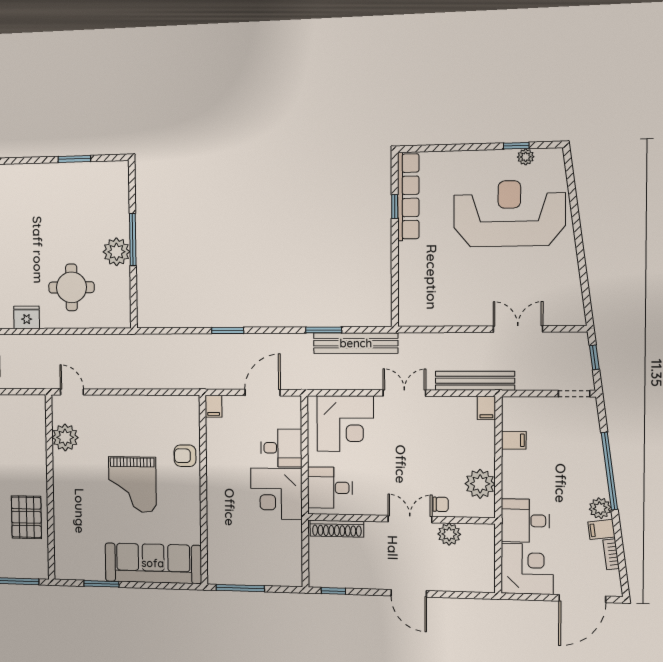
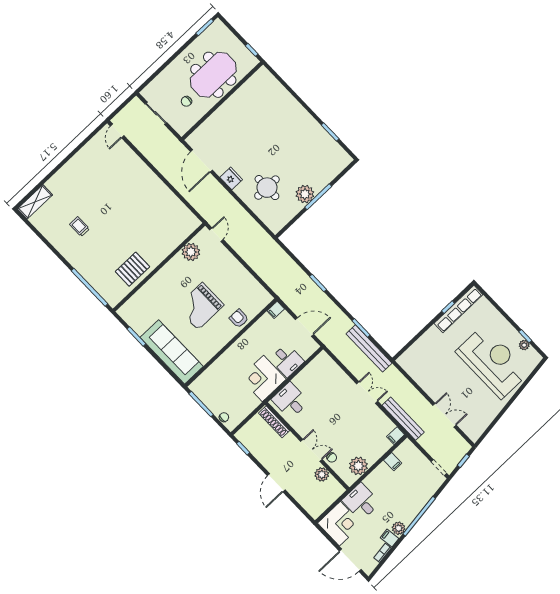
corner desk: (345, 424) -> (327, 379), removed
chair: (279, 578) -> (224, 417), added

